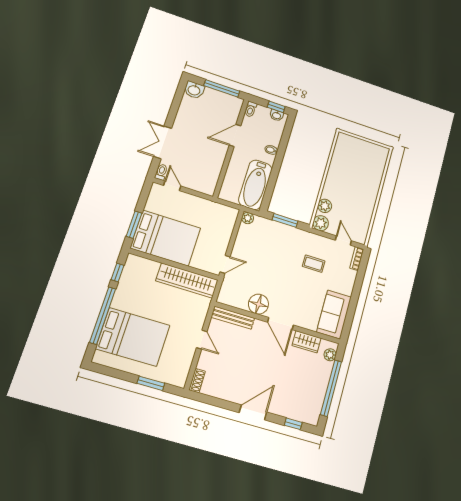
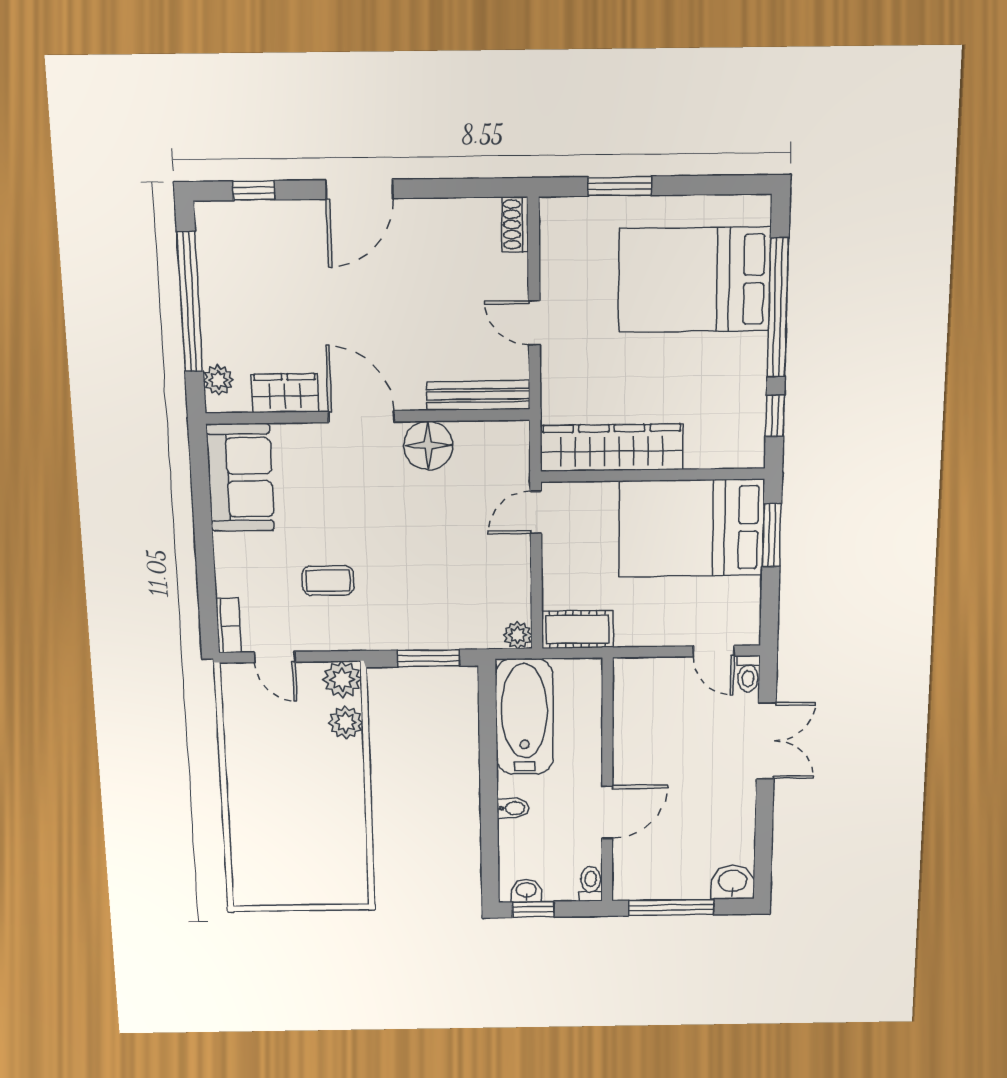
cot: (223, 213) -> (577, 629), added

